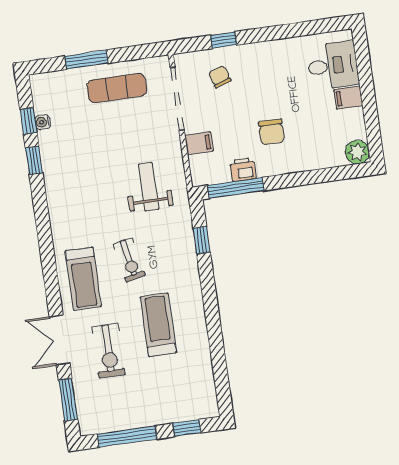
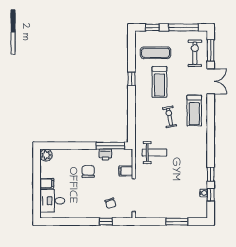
exercise mat: (117, 88) -> (156, 53), moved
weight bench: (149, 187) -> (154, 153), turned -90
window: (202, 240) -> (131, 79), moved
treadmill: (83, 279) -> (194, 111), turned 180
exercise bike: (109, 351) -> (195, 53), moved

